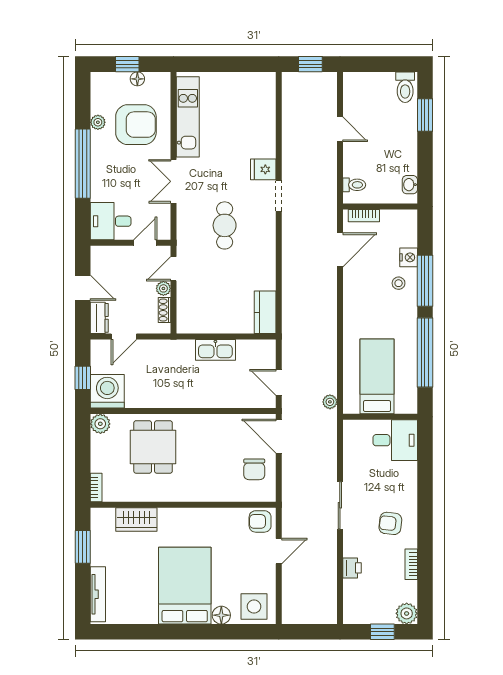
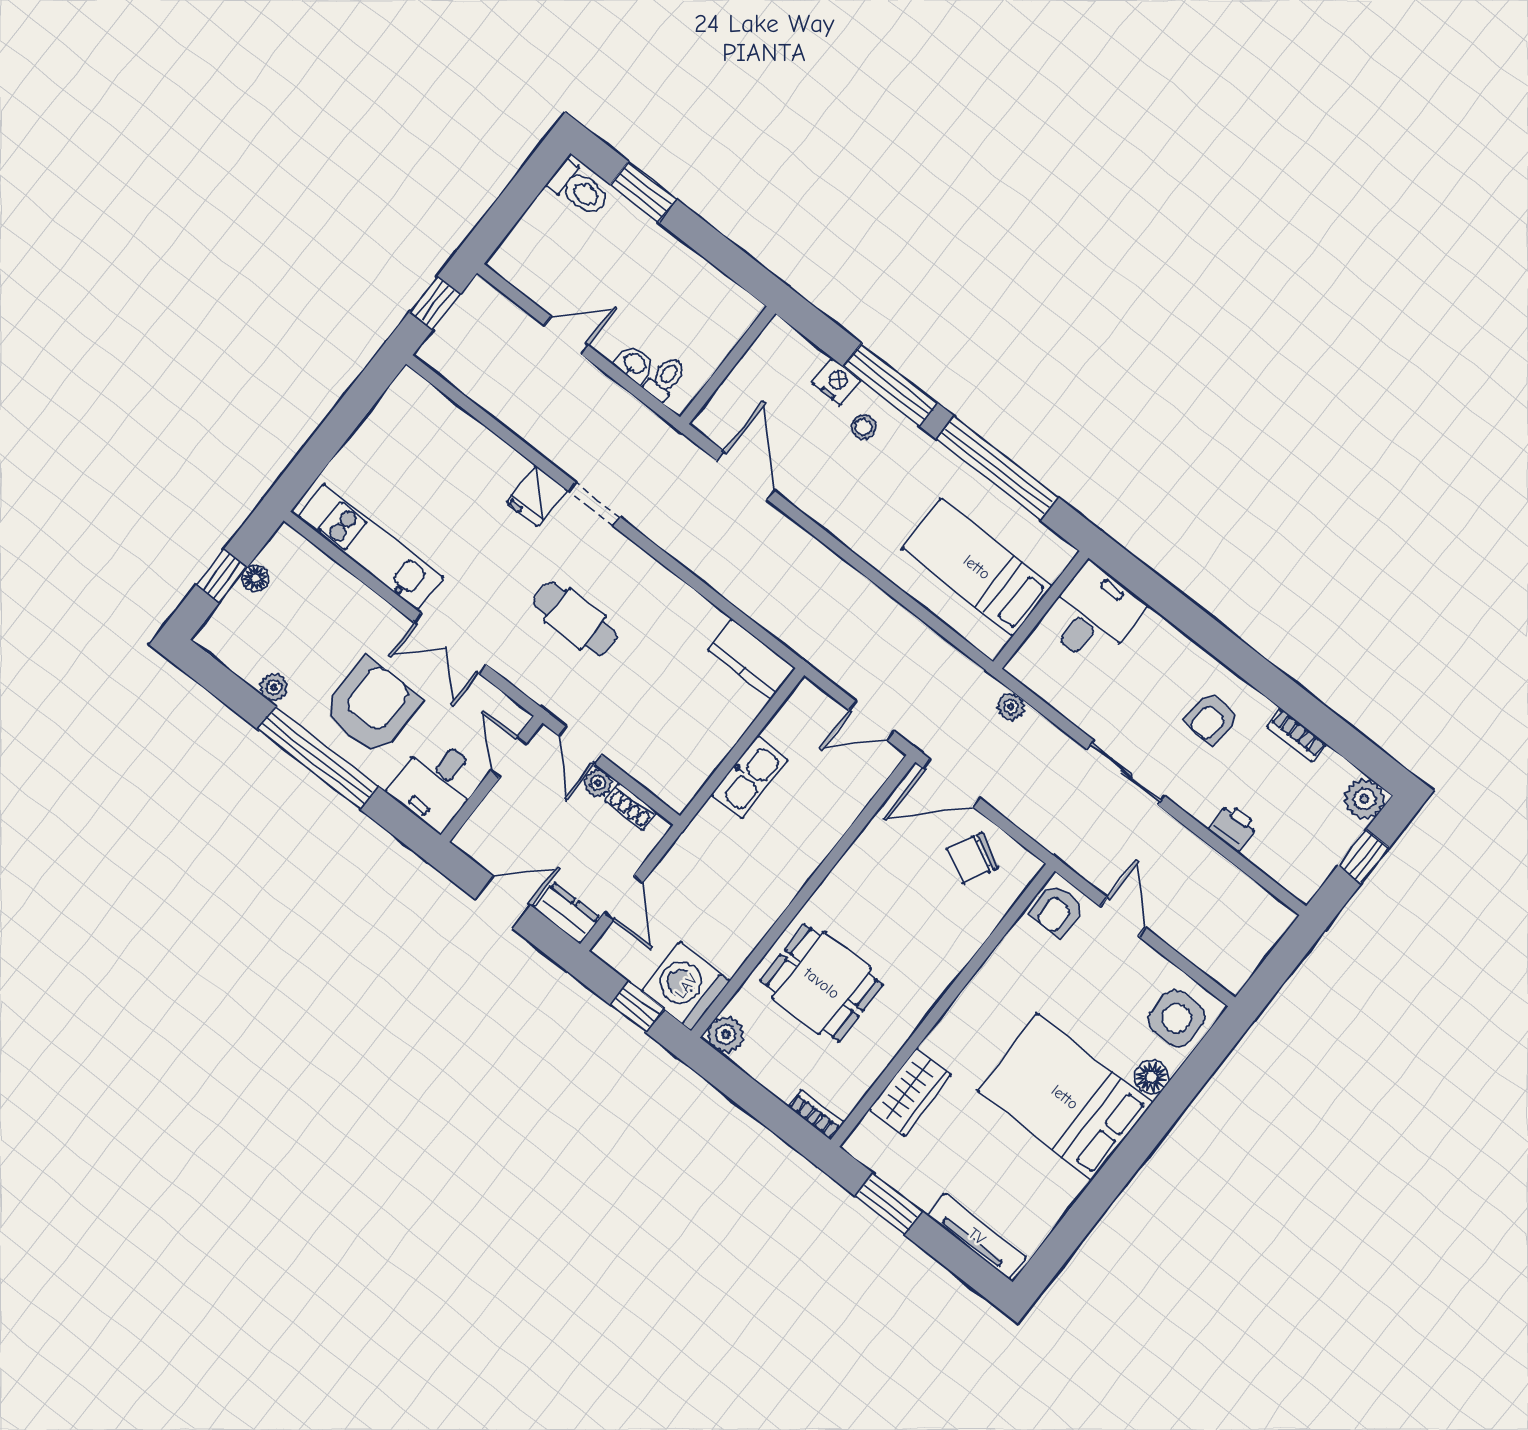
armchair: (136, 125) -> (371, 707), moved
washbasin: (410, 185) -> (634, 364), moved, turned 180
bookcase: (364, 216) -> (722, 400), removed
plant: (330, 402) -> (1011, 707), moved
chair: (254, 469) -> (973, 858), turned 117

